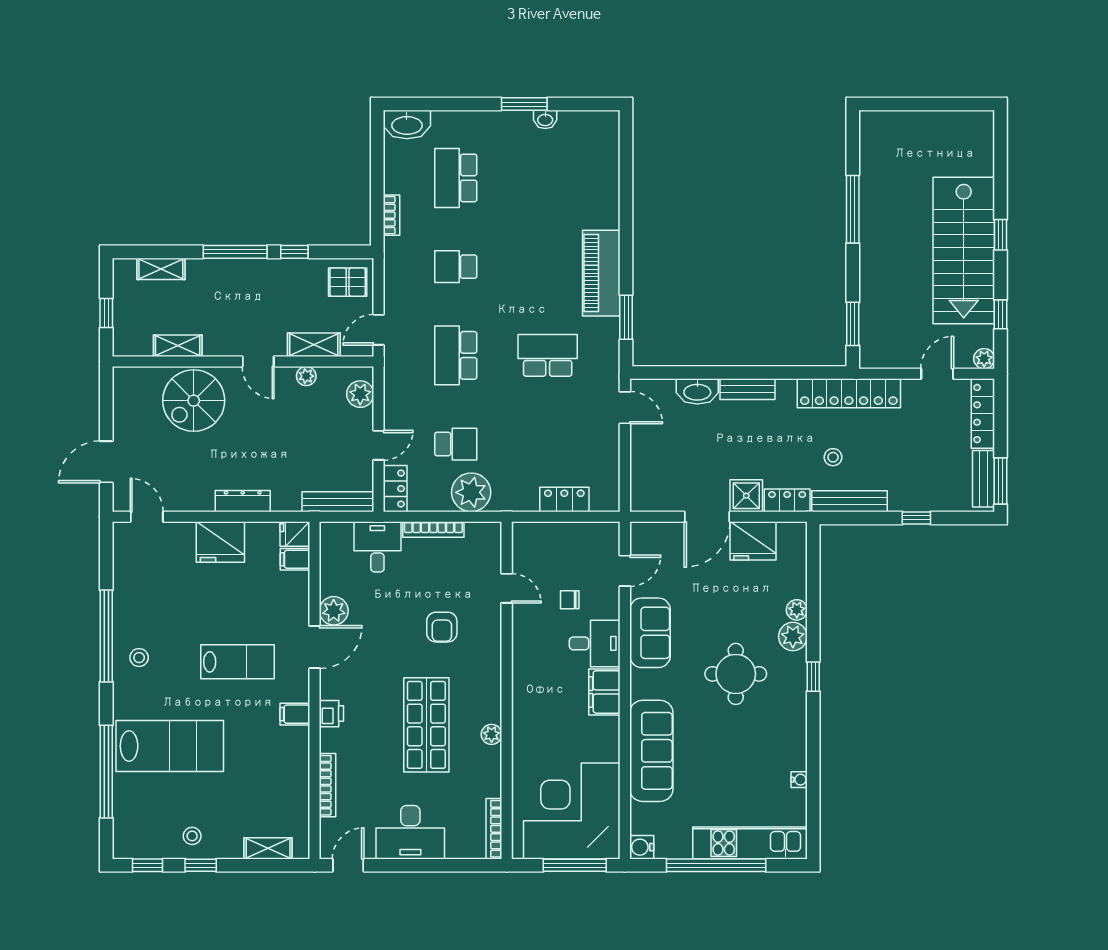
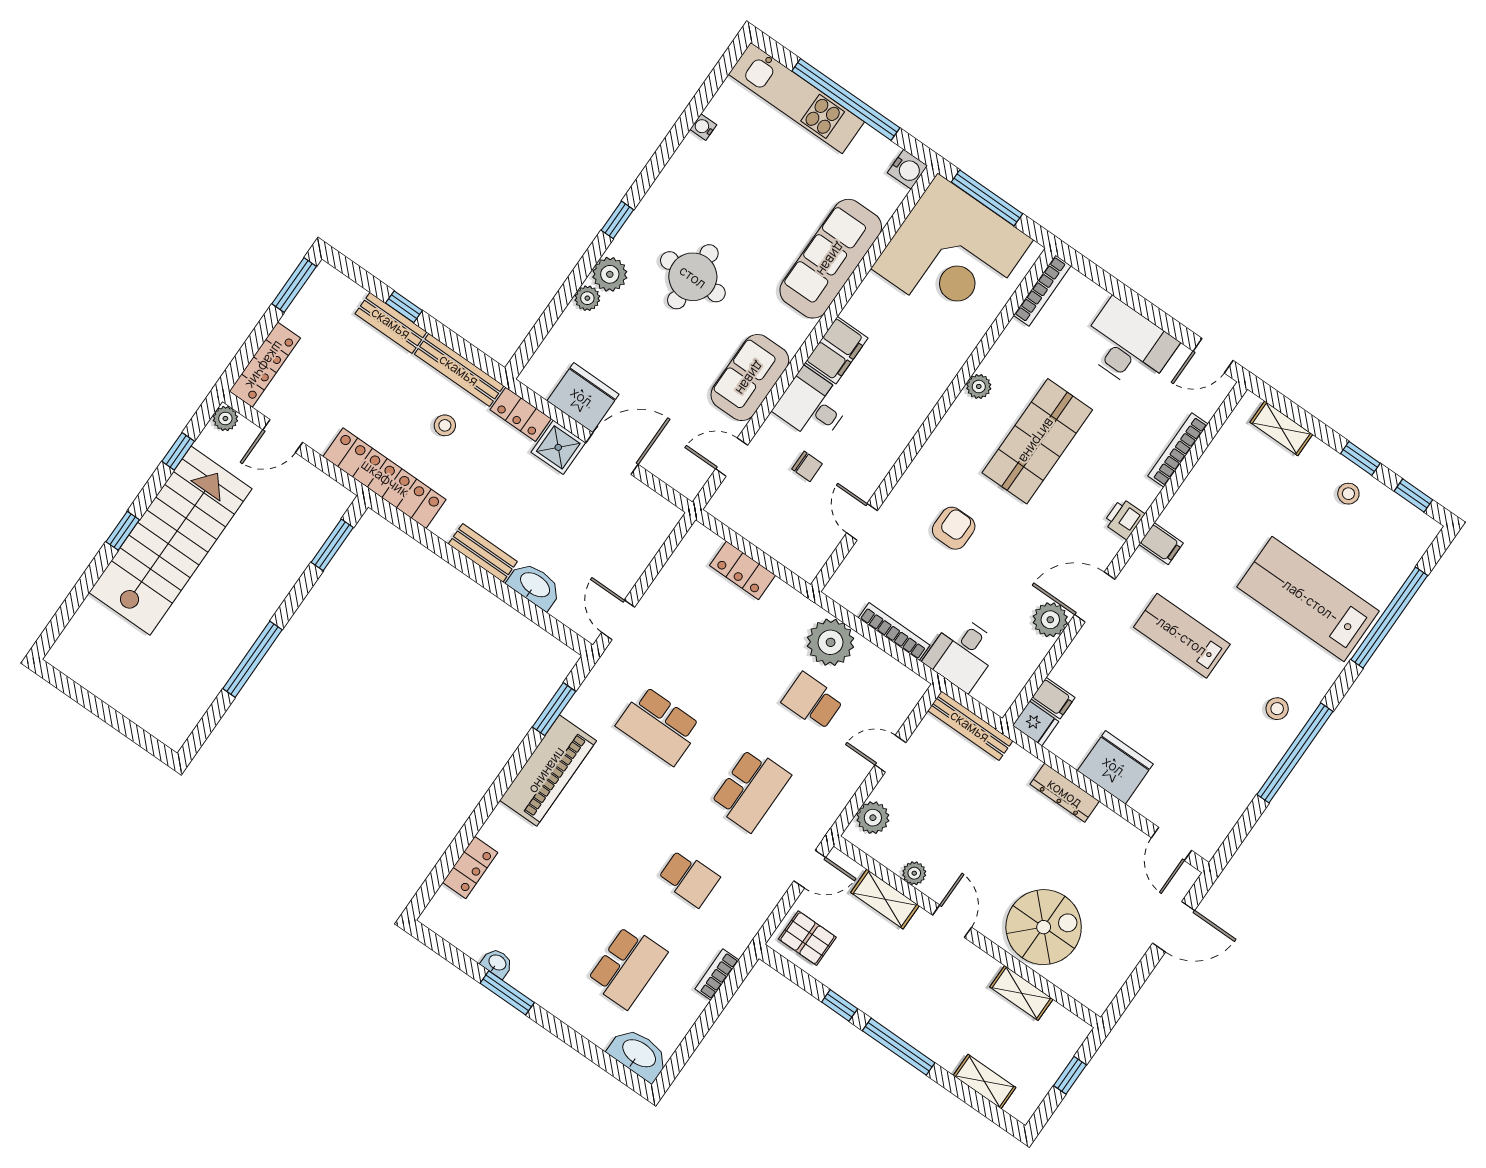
bench: (983, 479) -> (391, 323), moved, turned 90
locker: (395, 489) -> (470, 867), moved, turned 180

